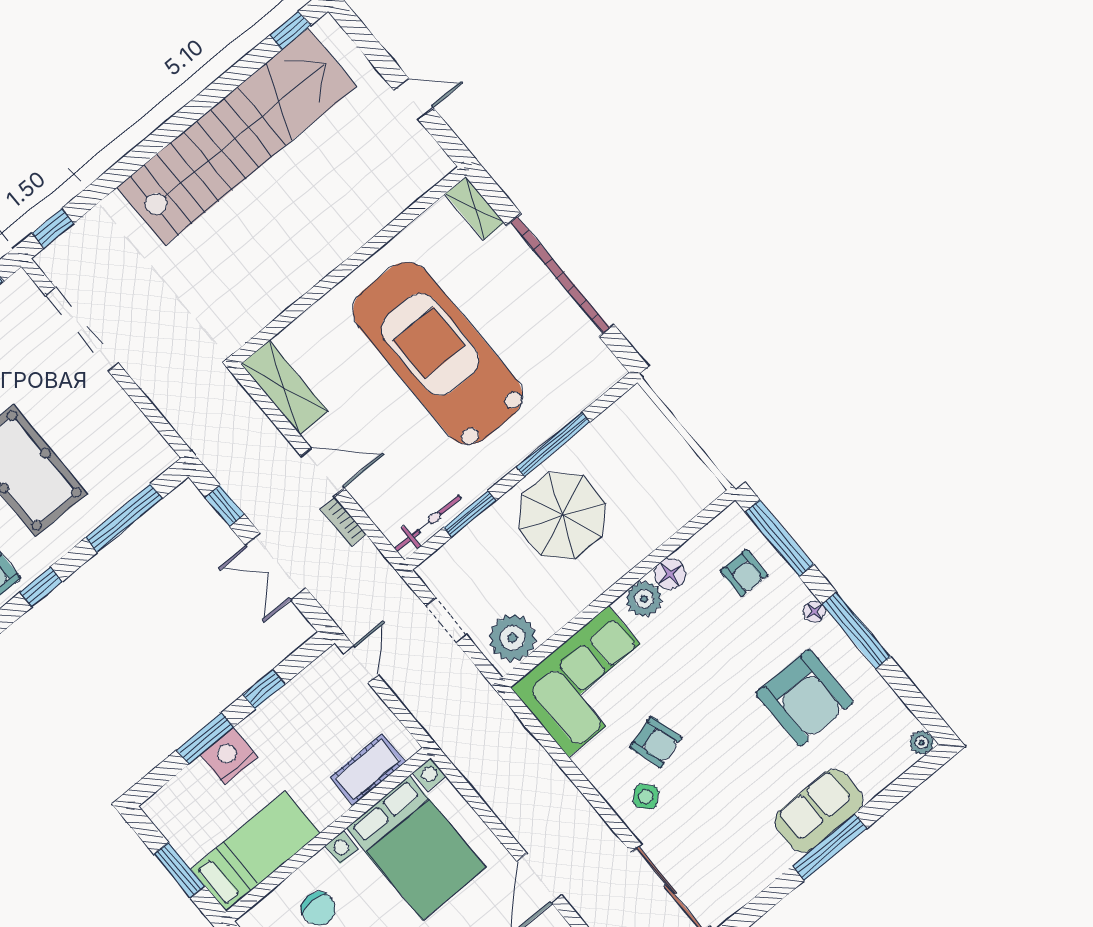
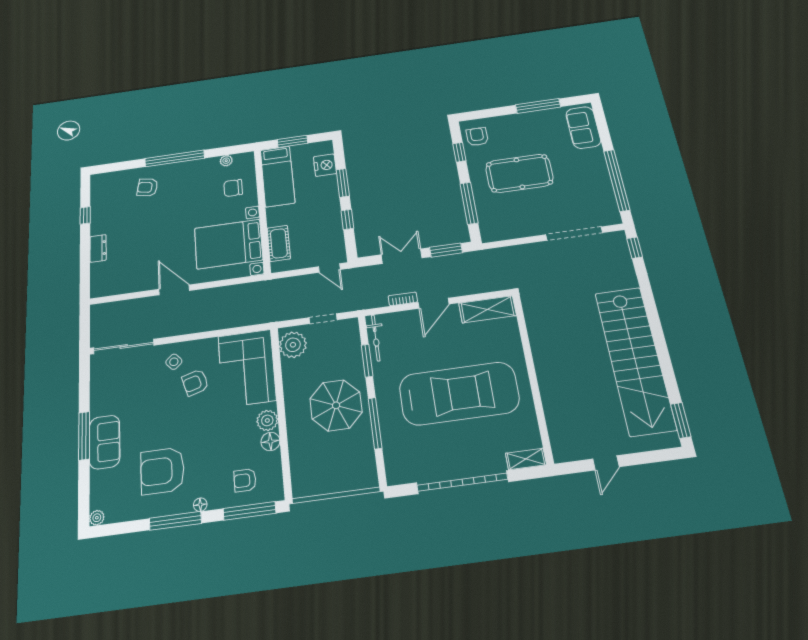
window: (290, 30) -> (681, 420), width x1.50
window: (225, 506) -> (446, 250), width x1.50
nightstand: (229, 756) -> (325, 165), moved

